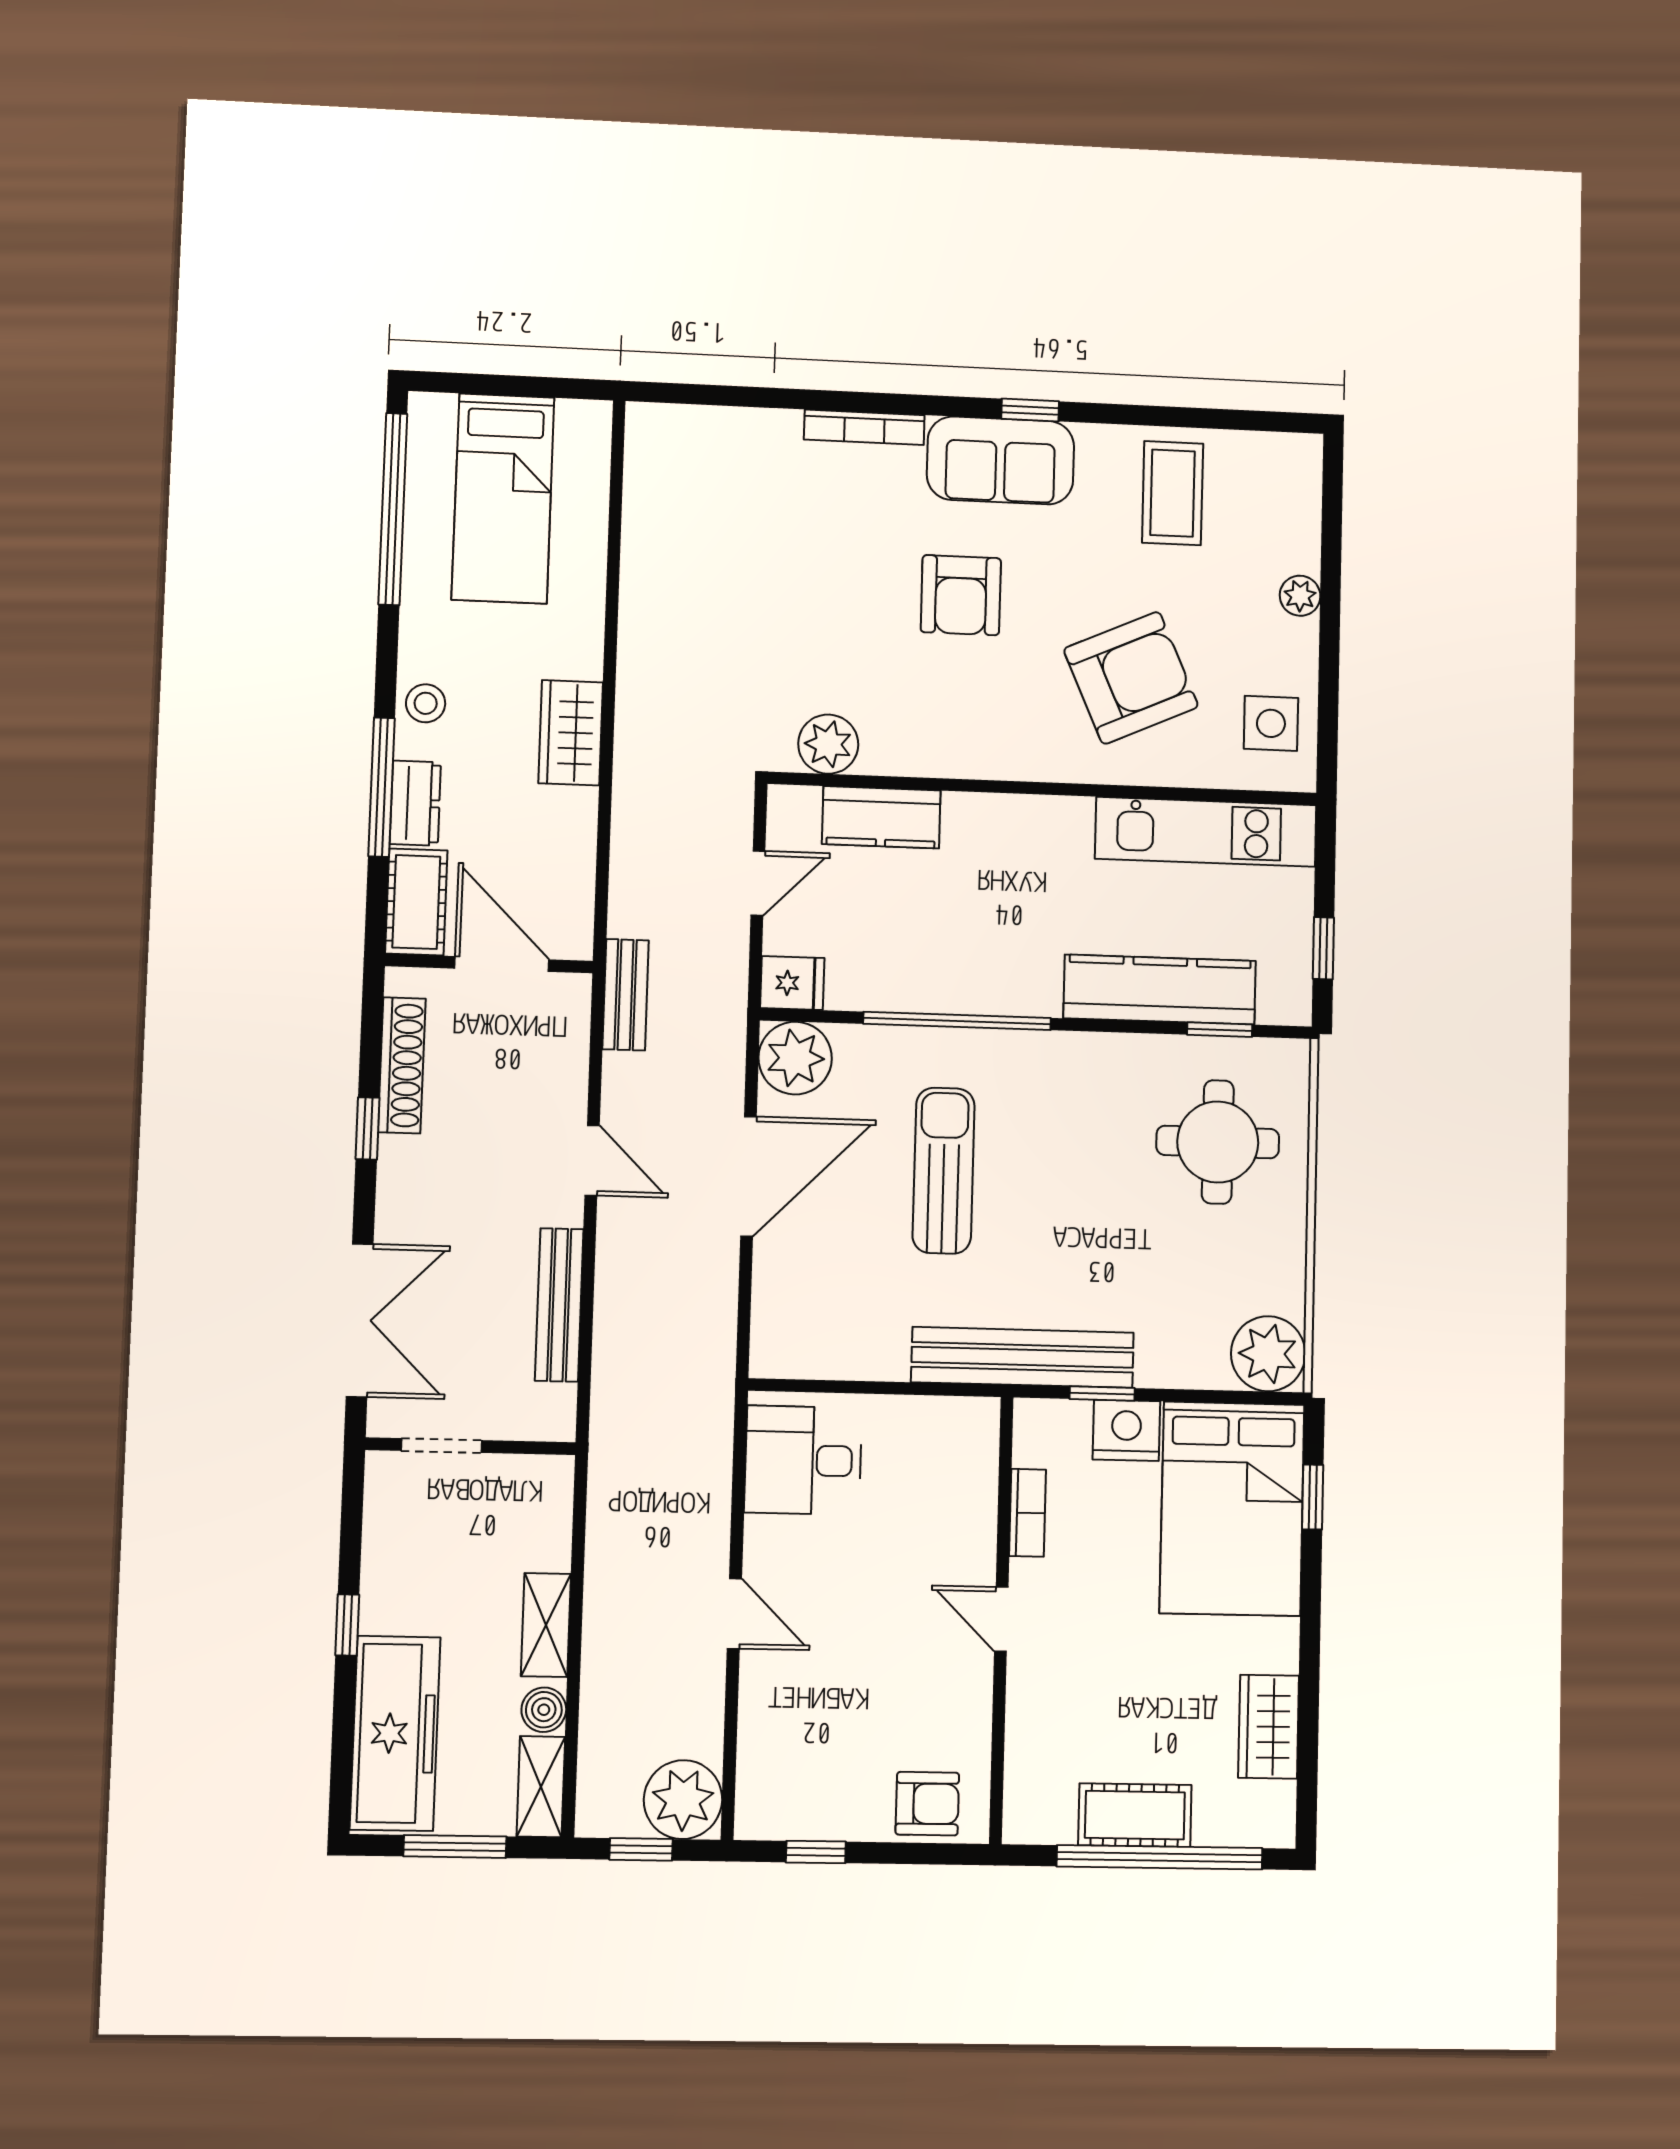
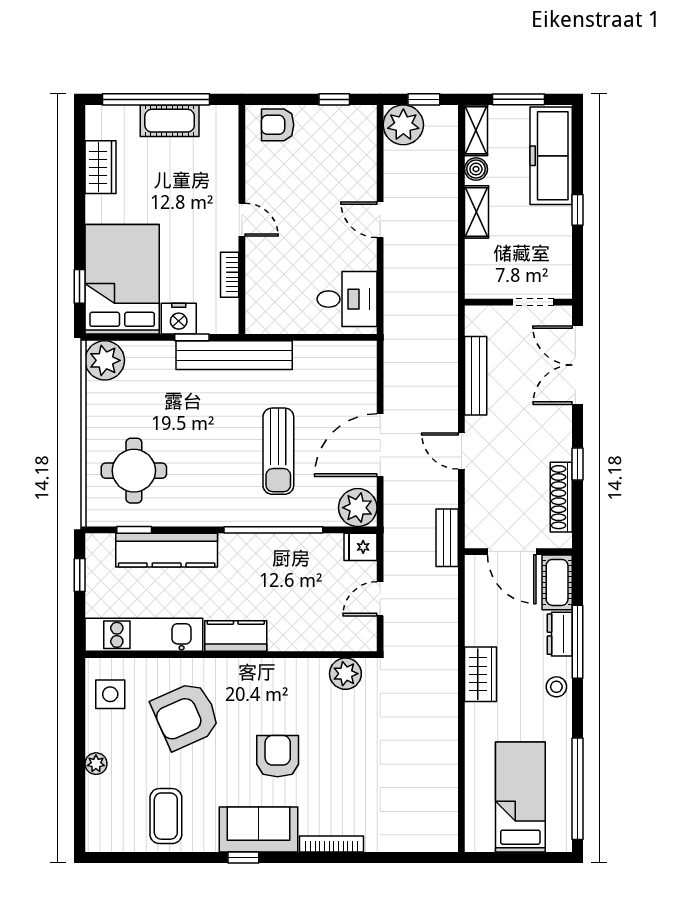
kitchen counter: (881, 817) -> (236, 636), moved

